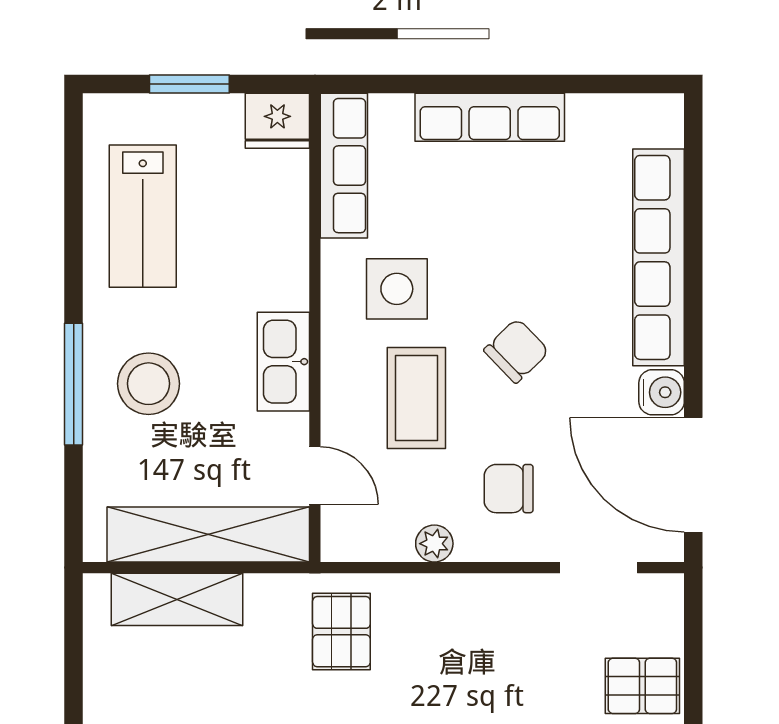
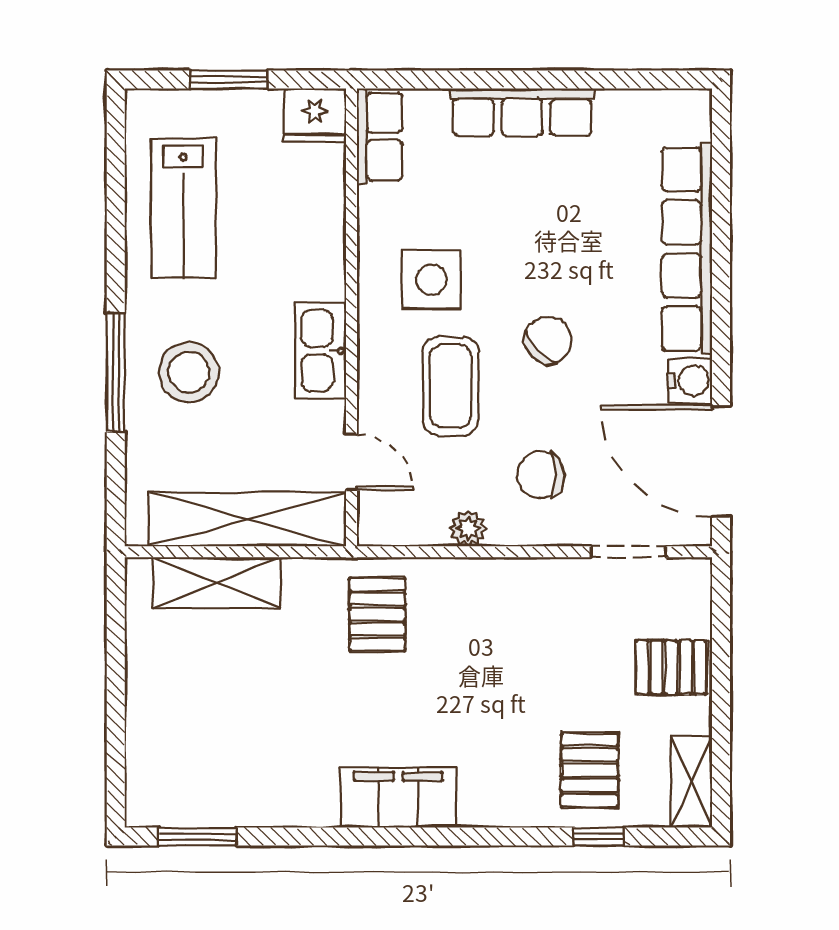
row of seats: (344, 166) -> (380, 136), width x0.68

